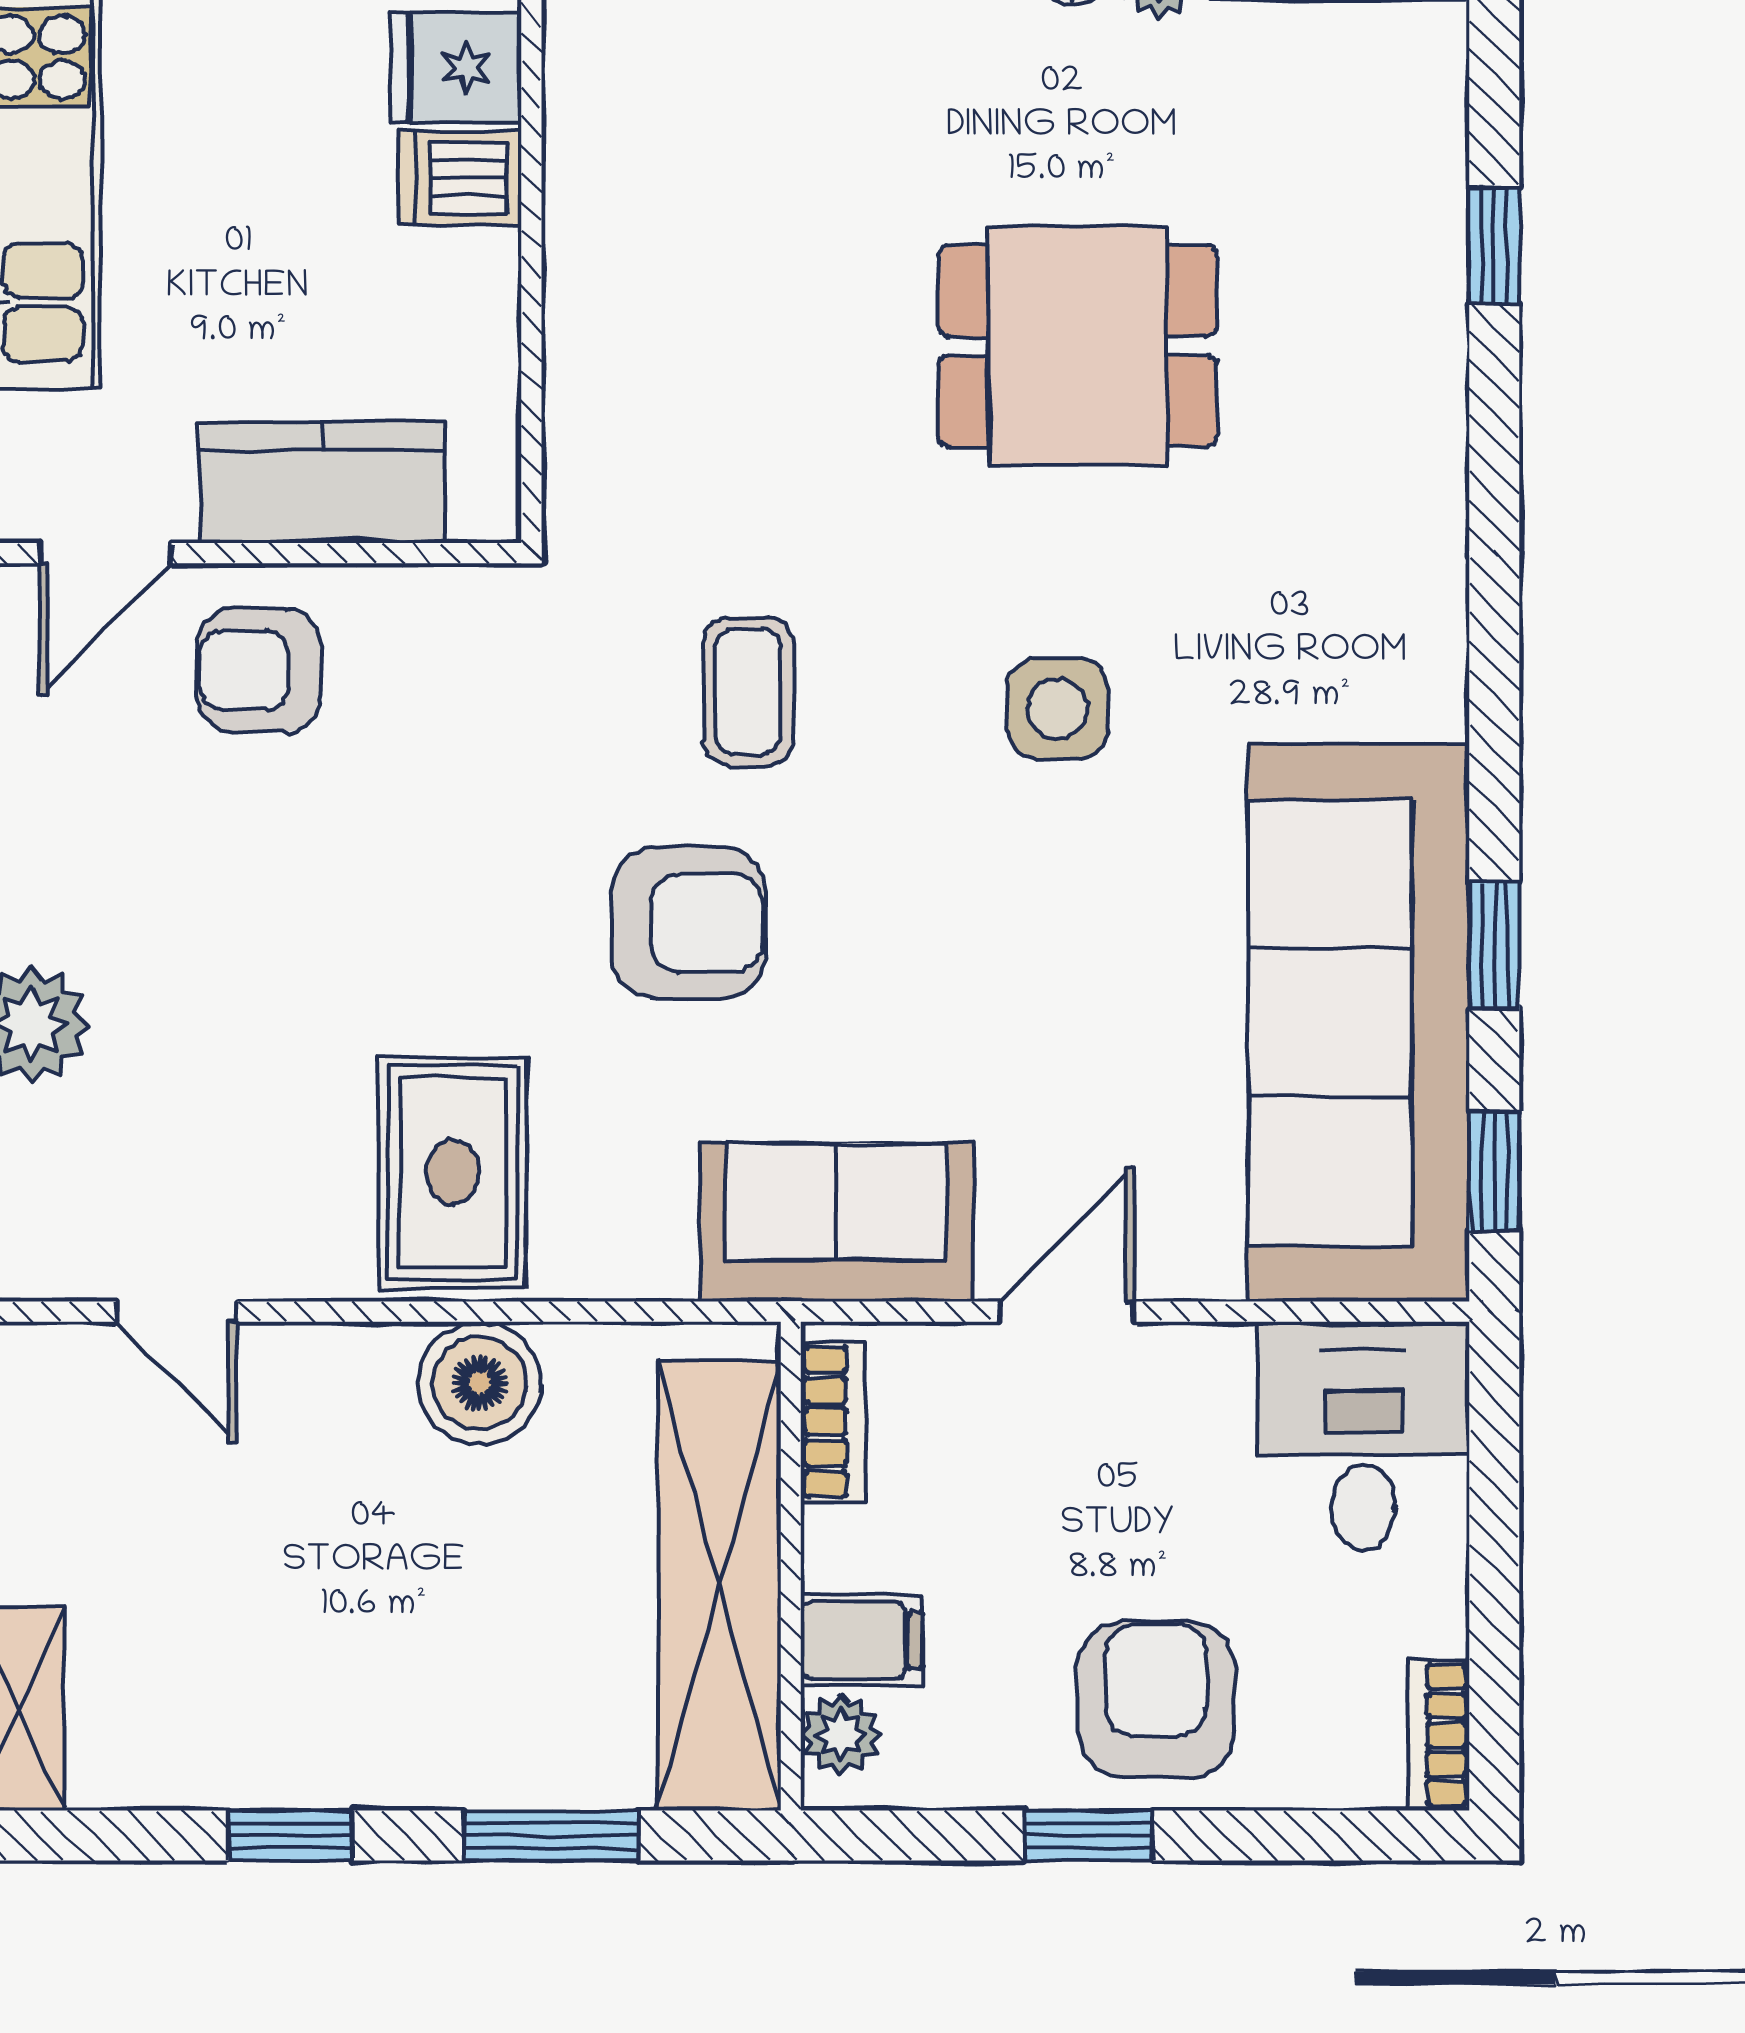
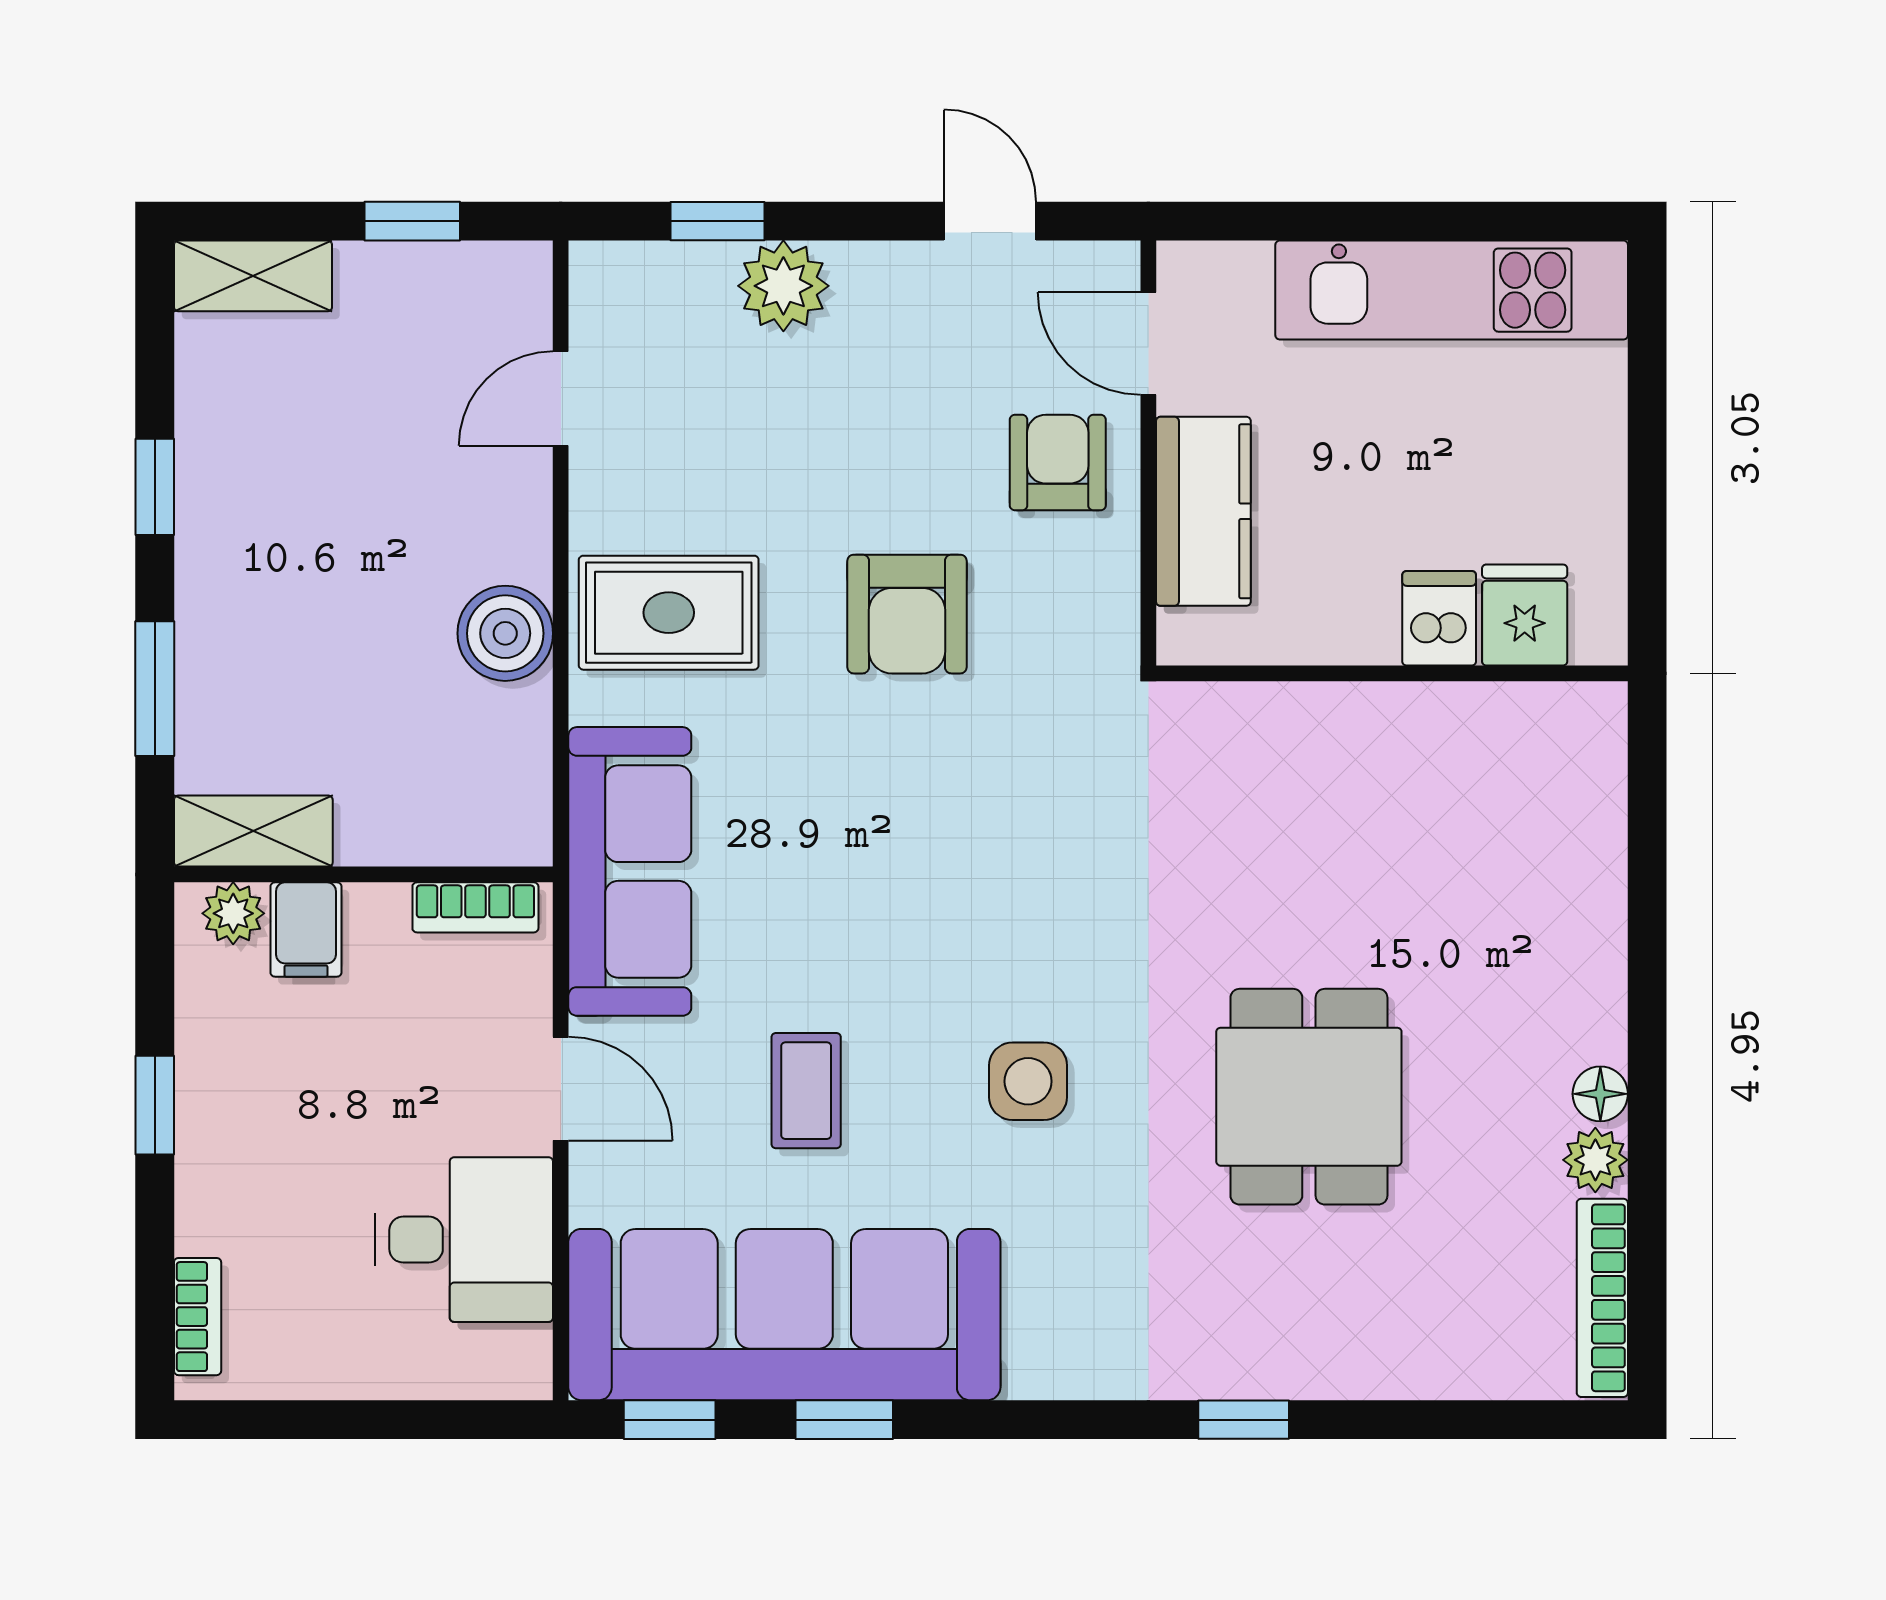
window: (1494, 245) -> (1244, 1420), moved
coffee table: (748, 691) -> (806, 1091), moved, turned 90
armchair: (688, 922) -> (907, 614), moved
sofa: (836, 1222) -> (630, 871), width x1.36
desk: (1363, 1436) -> (464, 1240), moved
shelving: (719, 1586) -> (253, 831), width x0.45, depth x0.75
armchair: (1156, 1699) -> (260, 1157), removed
bookcase: (1439, 1735) -> (198, 1317), moved, turned 90

